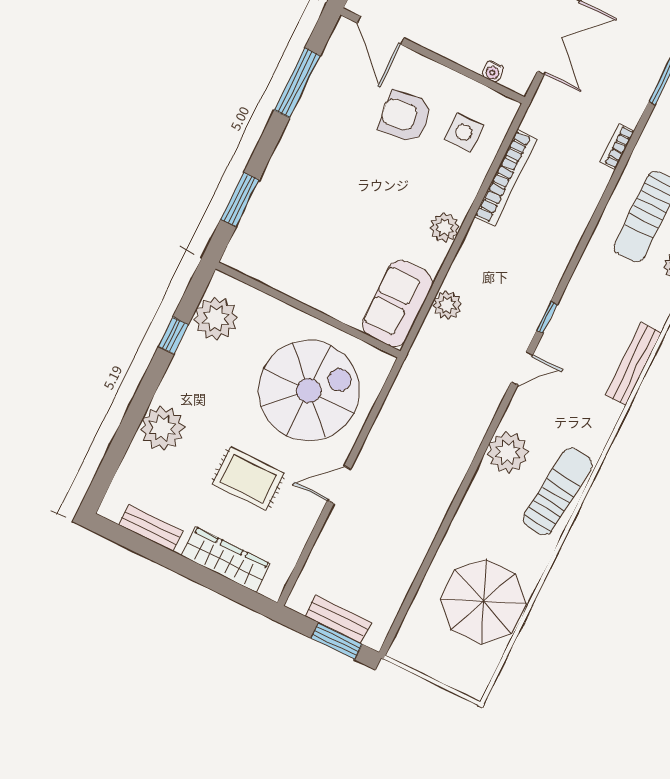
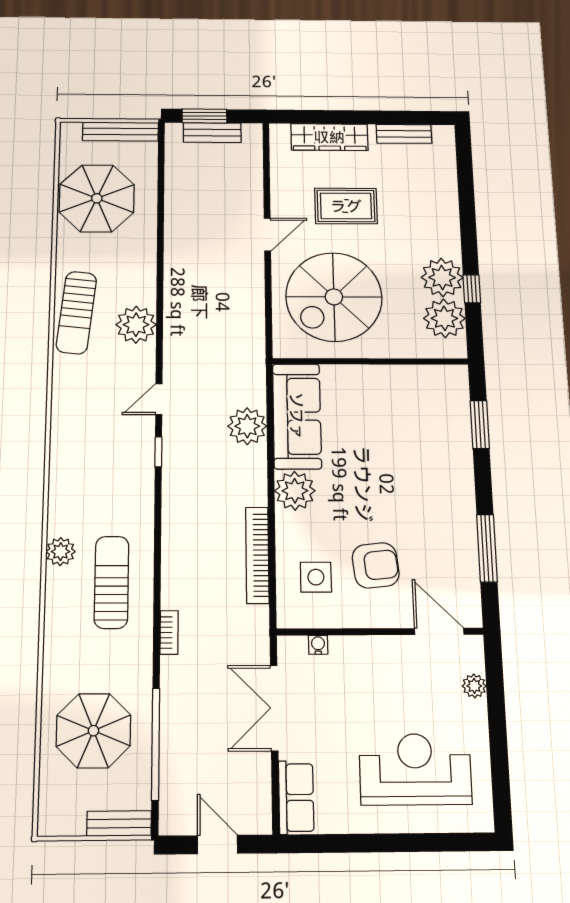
plant: (444, 228) -> (295, 491), width x1.36, depth x1.36
sofa: (397, 303) -> (297, 416), width x1.36
plant: (447, 305) -> (247, 426), width x1.36, depth x1.36
bench: (634, 364) -> (120, 132), moved, turned 90
plant: (162, 428) -> (442, 277), moved

